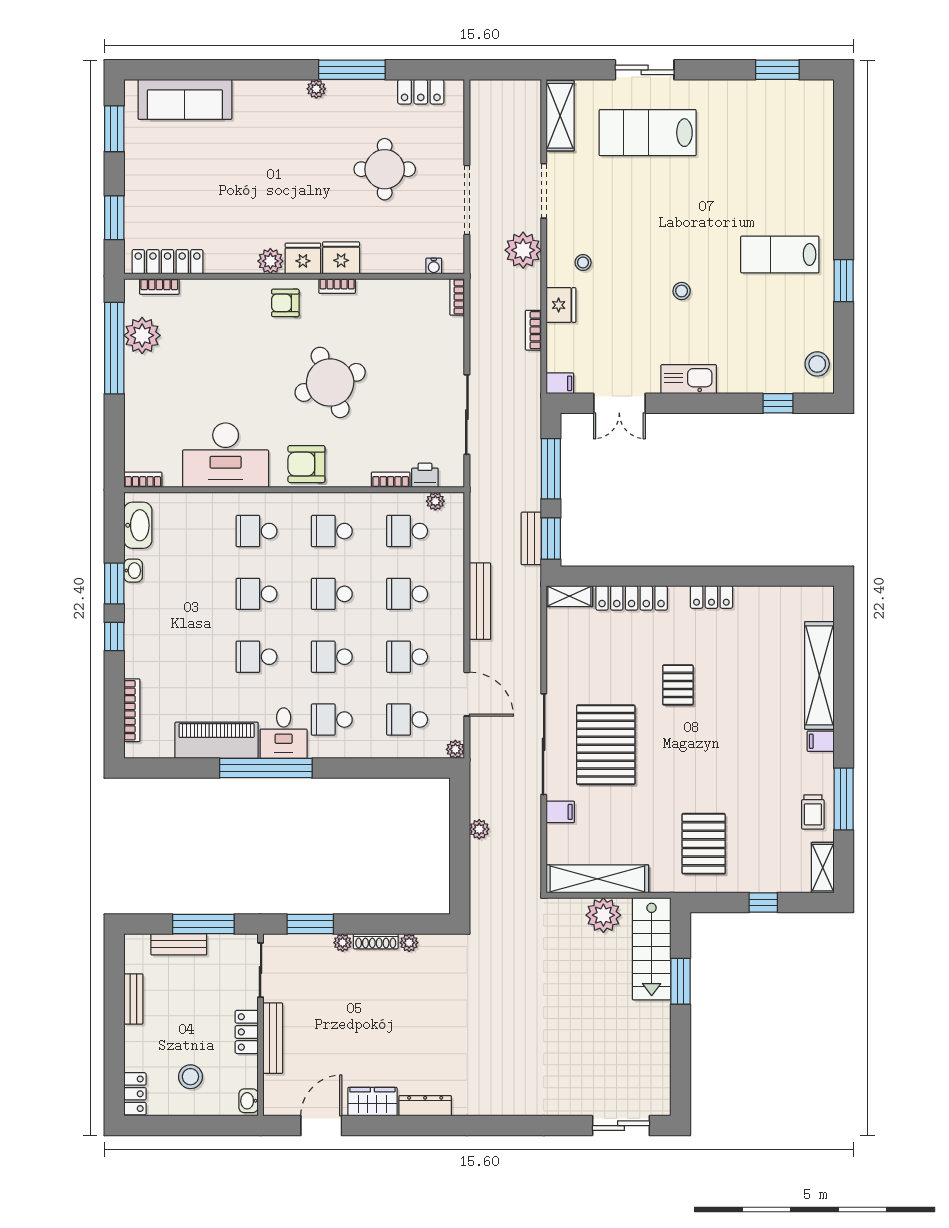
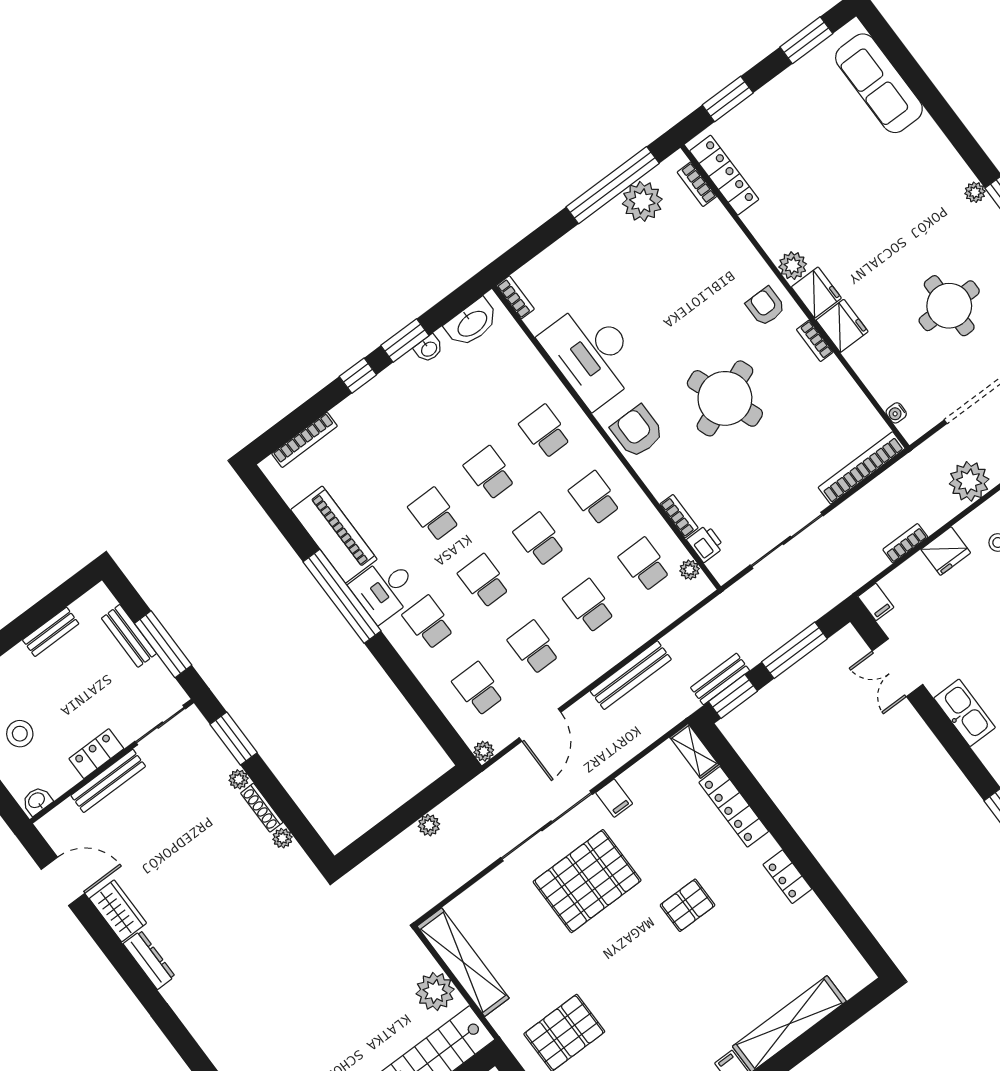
bookcase: (457, 297) -> (862, 468), width x2.31, depth x1.31
filing cabinet: (560, 812) -> (614, 798), moved

